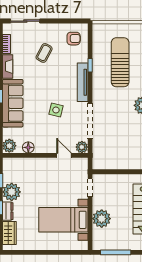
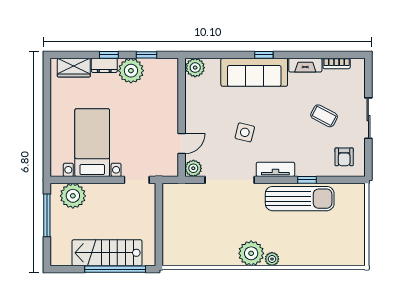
sliding door: (25, 21) -> (368, 118), moved
sun lounger: (120, 62) -> (300, 199), moved
tv unit: (83, 82) -> (275, 169), width x0.71
floor lamp: (28, 147) -> (193, 94), removed
plant: (102, 219) -> (73, 196), moved

